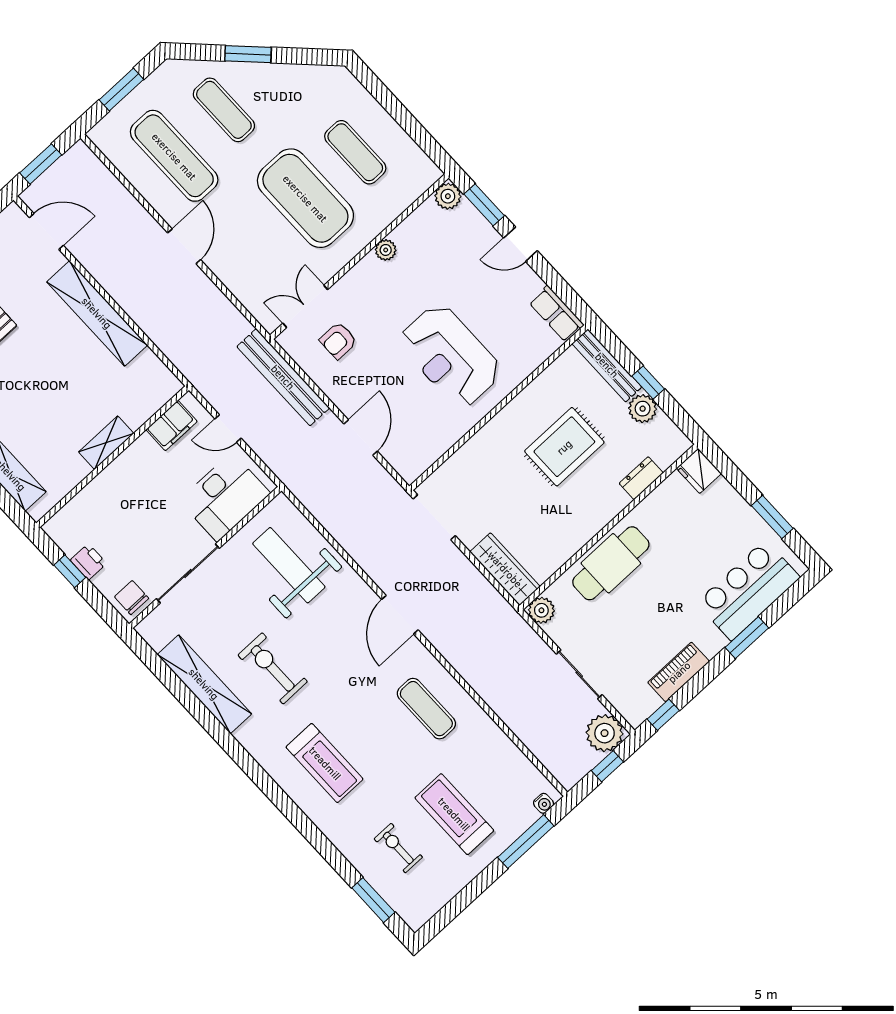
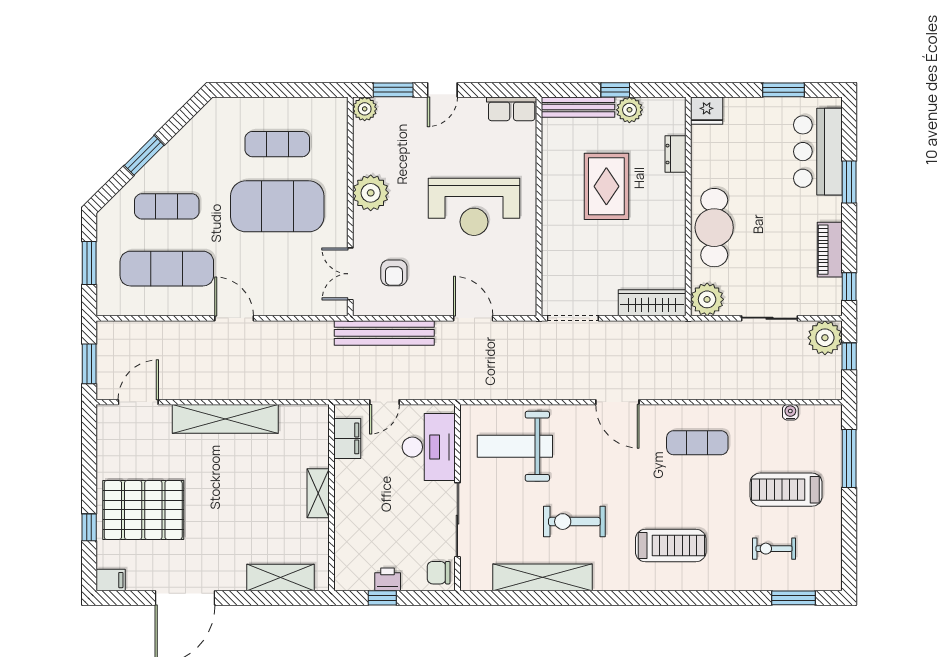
plant: (386, 250) -> (371, 193), width x1.88, depth x1.88
plant: (541, 610) -> (707, 299), width x1.36, depth x1.36
water cooler: (543, 803) -> (790, 412), moved, turned -90

